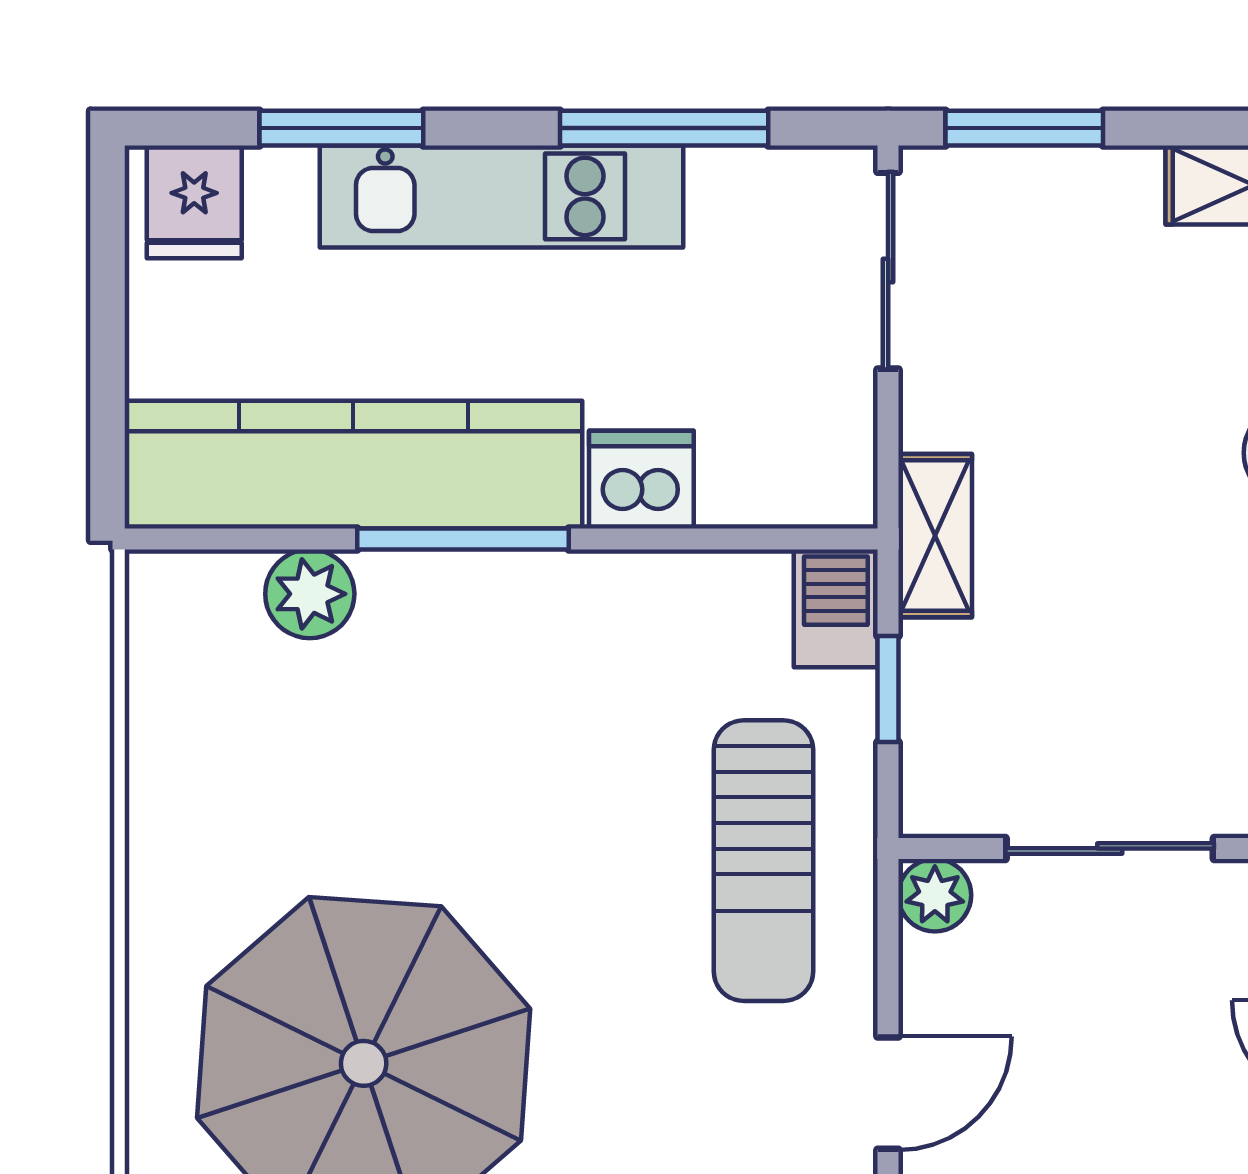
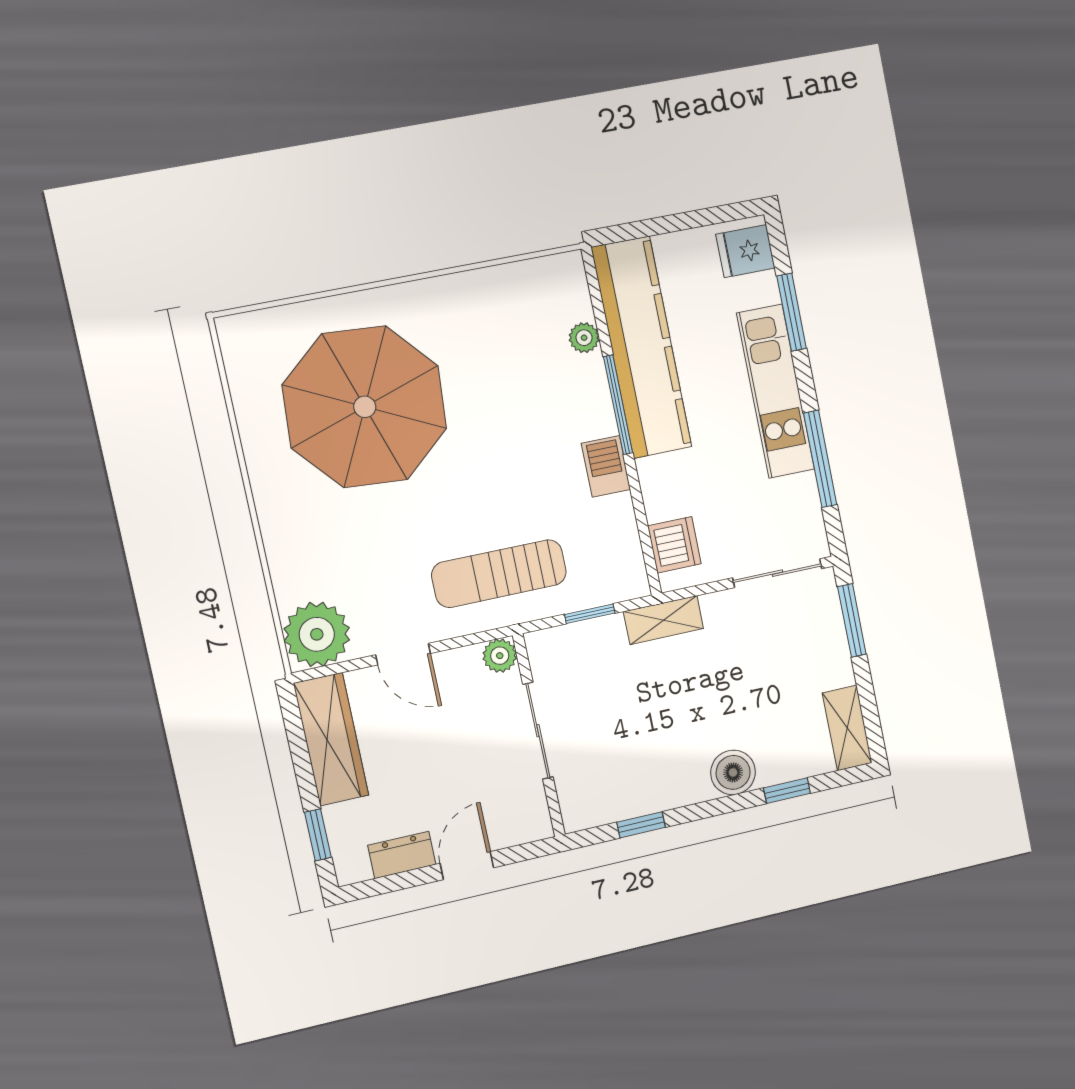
dishwasher: (641, 480) -> (674, 545), moved
plant: (310, 594) -> (584, 338), width x0.73, depth x0.73
barbecue: (836, 608) -> (606, 466), moved, turned -90

